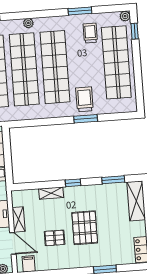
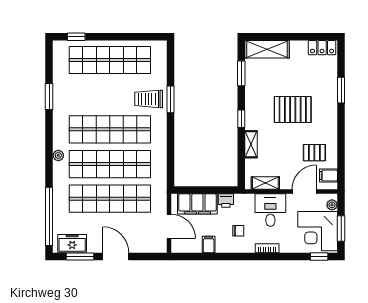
plant: (125, 16) -> (59, 46), removed
trolley: (90, 33) -> (75, 87), removed
shelving: (19, 219) -> (265, 183), moved
pallet: (55, 238) -> (314, 153), moved, turned 90

